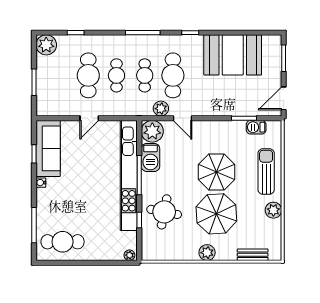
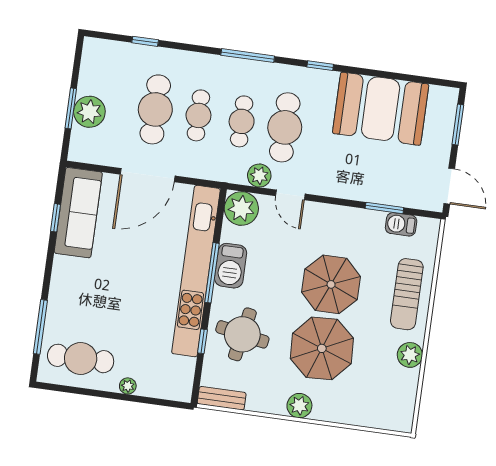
plant: (46, 45) -> (89, 112), moved
door: (284, 98) -> (449, 186), swing flipped
door: (89, 118) -> (148, 175), width x1.87
barbecue: (150, 157) -> (231, 266), moved
sun lounger: (266, 171) -> (407, 294), turned 180
water cooler: (41, 183) -> (60, 263), removed
plant: (129, 255) -> (128, 386), moved
bench: (253, 255) -> (222, 398), moved

